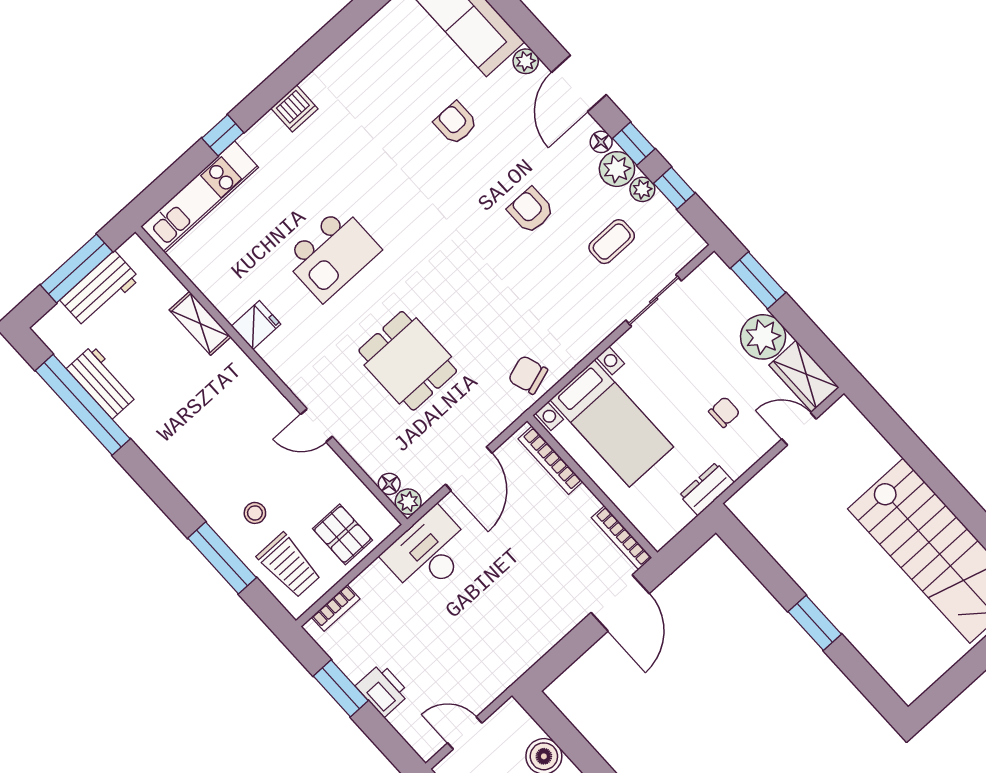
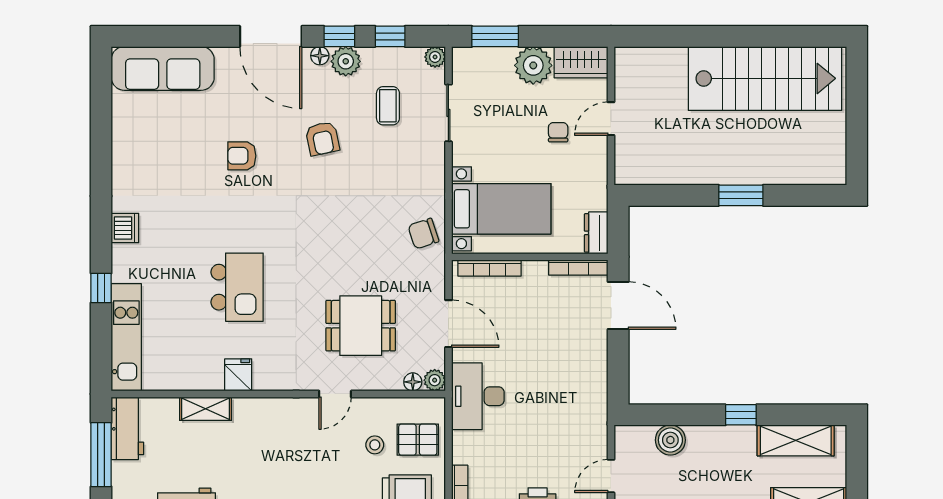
plant: (526, 61) -> (227, 57), removed
door: (579, 83) -> (271, 36), width x1.36
armchair: (456, 123) -> (242, 156), moved
plant: (642, 189) -> (435, 57), moved
armchair: (531, 210) -> (322, 139), turned -102
workbench: (100, 289) -> (127, 428), moved
dining table: (408, 361) -> (361, 326), moved
door: (799, 429) -> (611, 119), moved
dresser: (707, 489) -> (596, 233), moved
stool: (255, 513) -> (375, 445), moved

